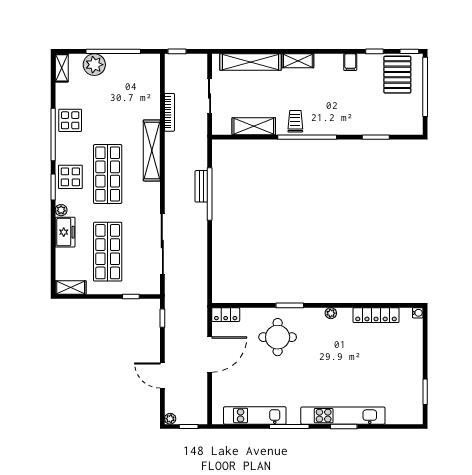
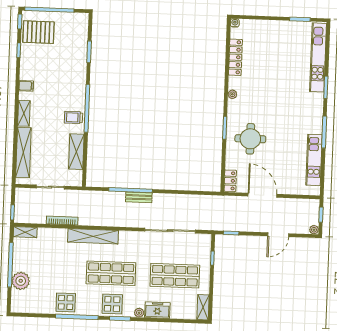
filing cabinet: (350, 62) -> (26, 86), moved
shelving: (62, 68) -> (25, 232), moved
bench: (201, 186) -> (139, 197), moved
kitchen unit: (343, 416) -> (318, 57), moved

